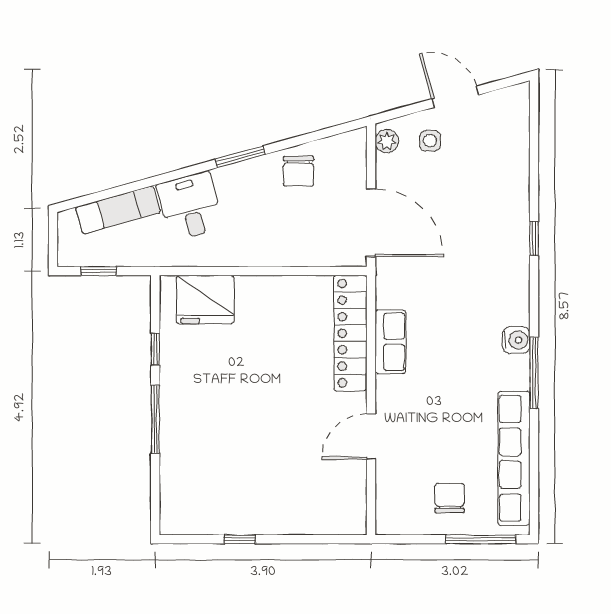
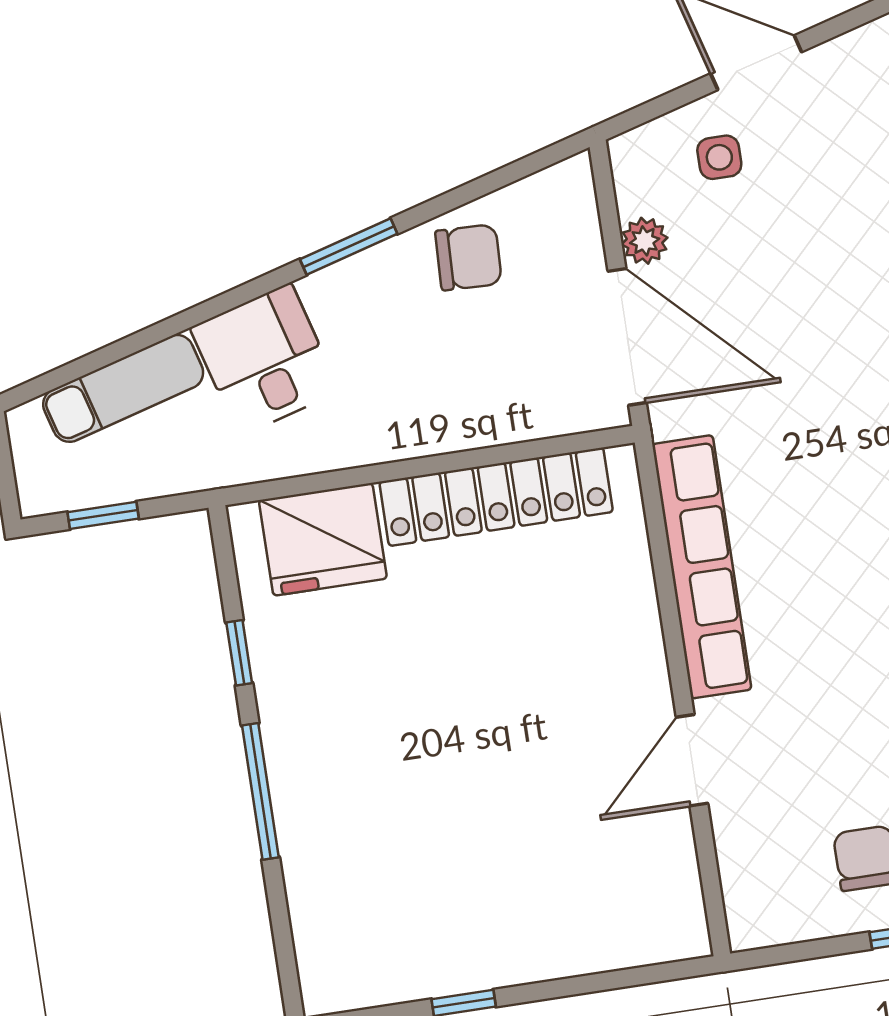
plant: (387, 141) -> (645, 241), moved
chair: (299, 171) -> (468, 257), turned -88
locker: (350, 333) -> (496, 497), moved, turned -90
row of seats: (390, 342) -> (702, 567), width x2.02

